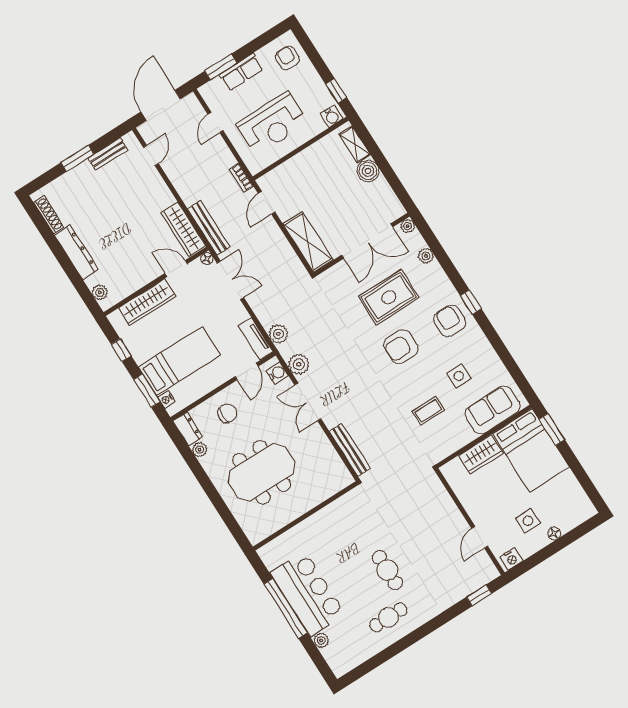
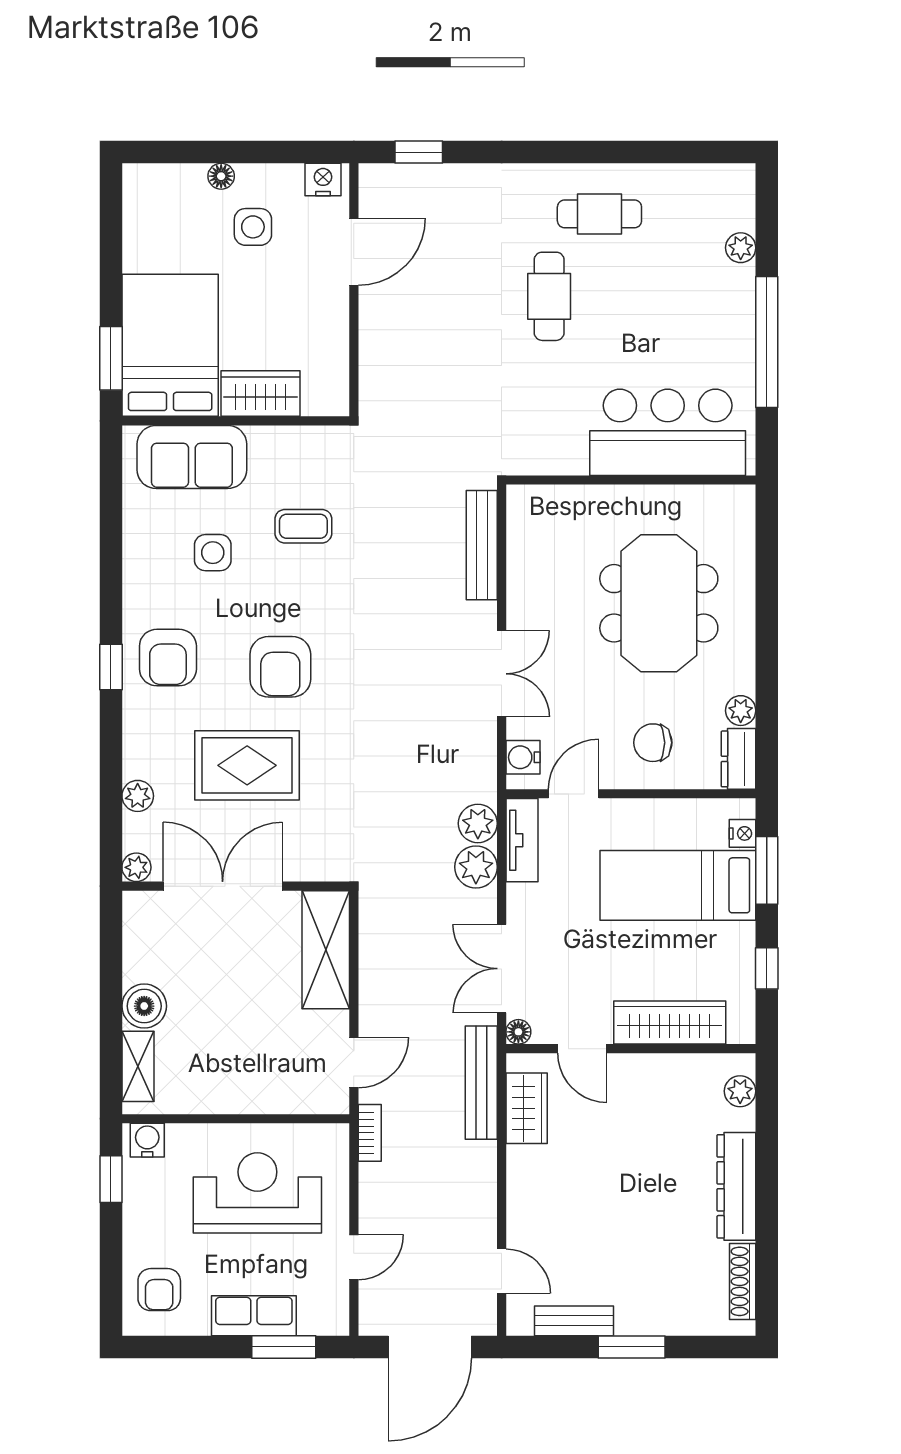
door: (151, 155) -> (502, 1271), swing flipped
wardrobe: (183, 229) -> (527, 1108), width x0.67
armchair: (401, 347) -> (280, 667), turned 90
plant: (299, 364) -> (476, 867), moved
meeting table: (262, 472) -> (659, 603), turned 90
door: (480, 537) -> (354, 252), width x1.38
bar counter: (308, 594) -> (668, 432), moved, turned 90

